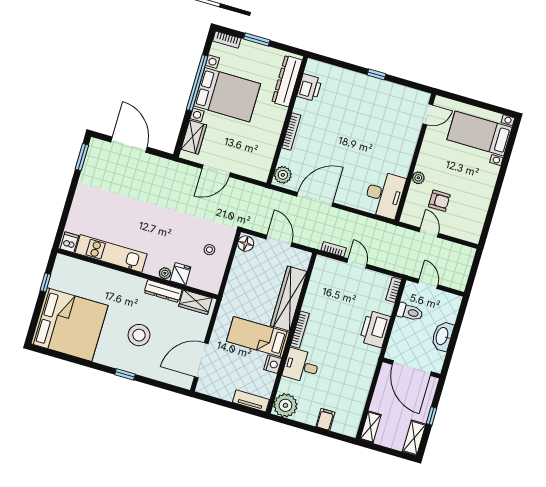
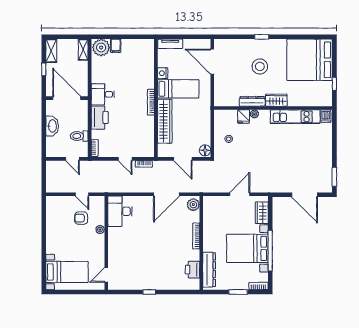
wardrobe: (195, 302) -> (276, 100), moved
door: (201, 360) -> (212, 62), swing flipped
desk: (301, 366) -> (103, 94), moved, turned 180
plant: (285, 405) -> (101, 48), moved

